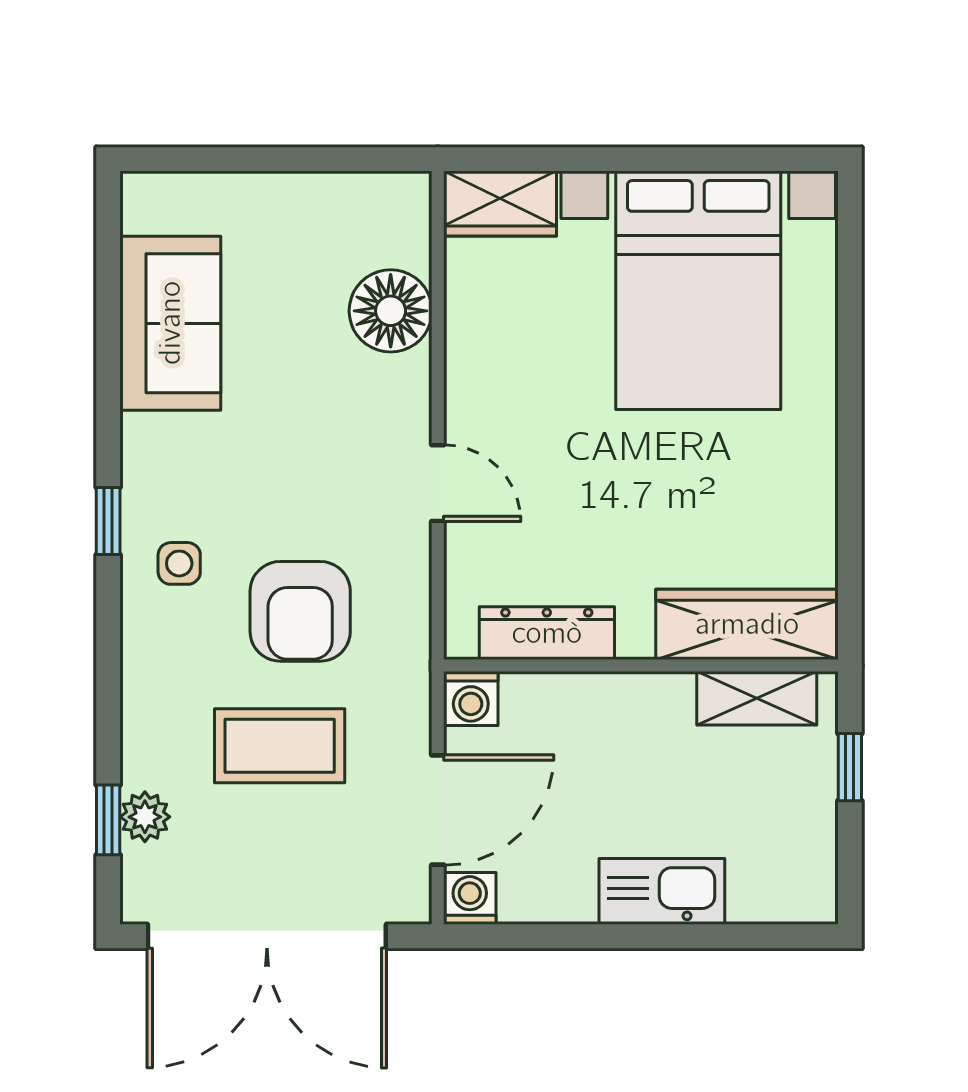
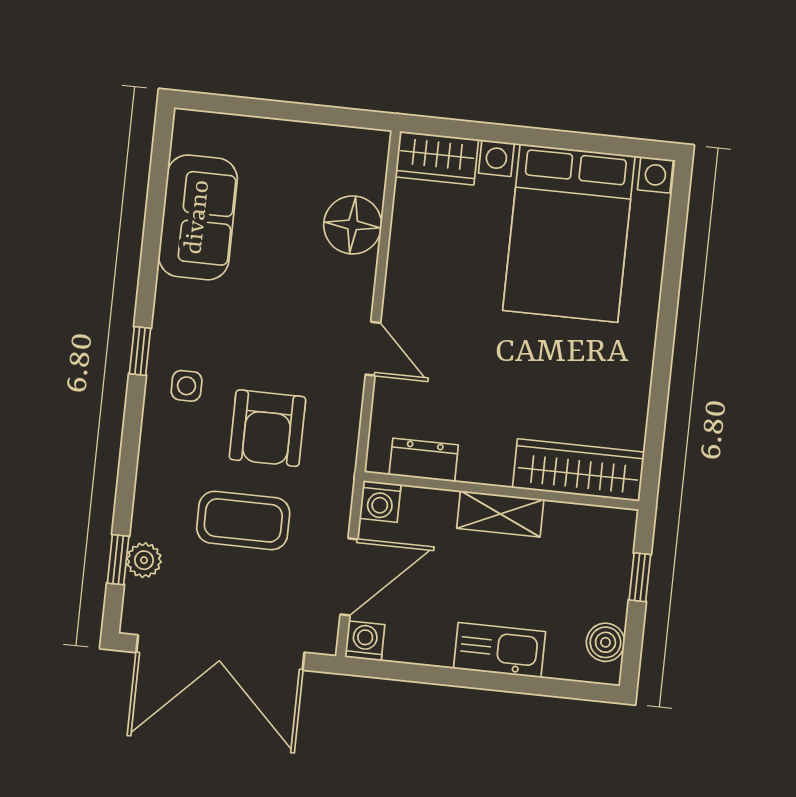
dresser: (547, 633) -> (424, 460), width x0.70
shelving: (757, 698) -> (500, 514), moved
boiler: (811, 864) -> (605, 642), added

